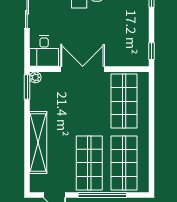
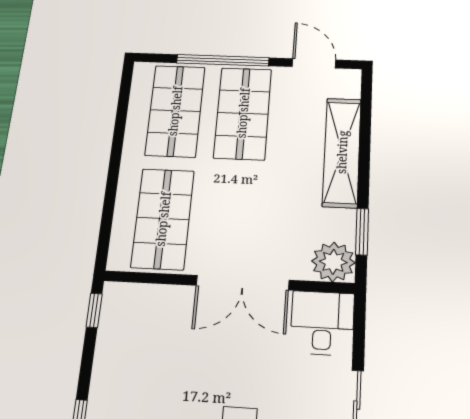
plant: (35, 77) -> (333, 262), width x1.87, depth x1.87
window: (27, 87) -> (362, 232), moved

